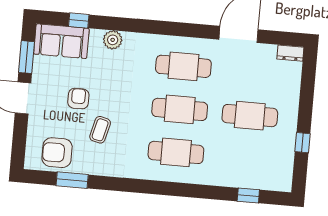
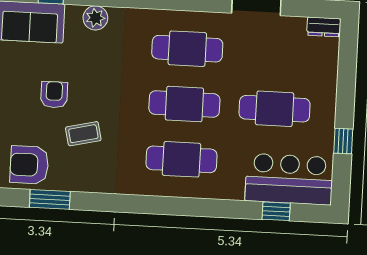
coffee table: (100, 130) -> (83, 134), turned 63
bar counter: (259, 171) -> (289, 179), added

